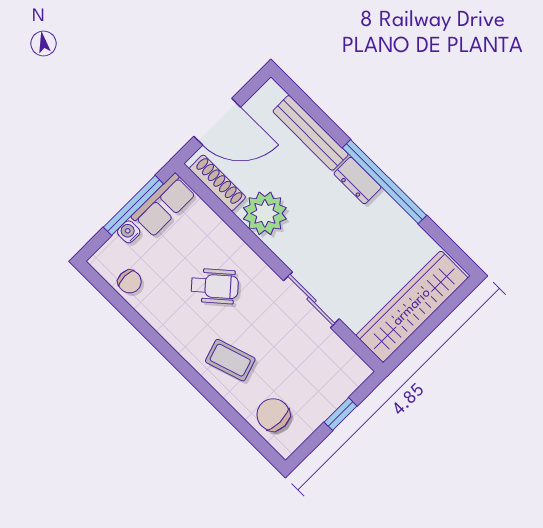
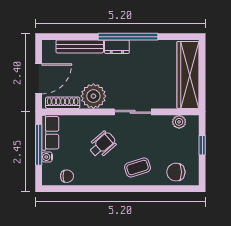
sliding door: (311, 300) -> (133, 112), moved
plant: (341, 355) -> (179, 122), added

